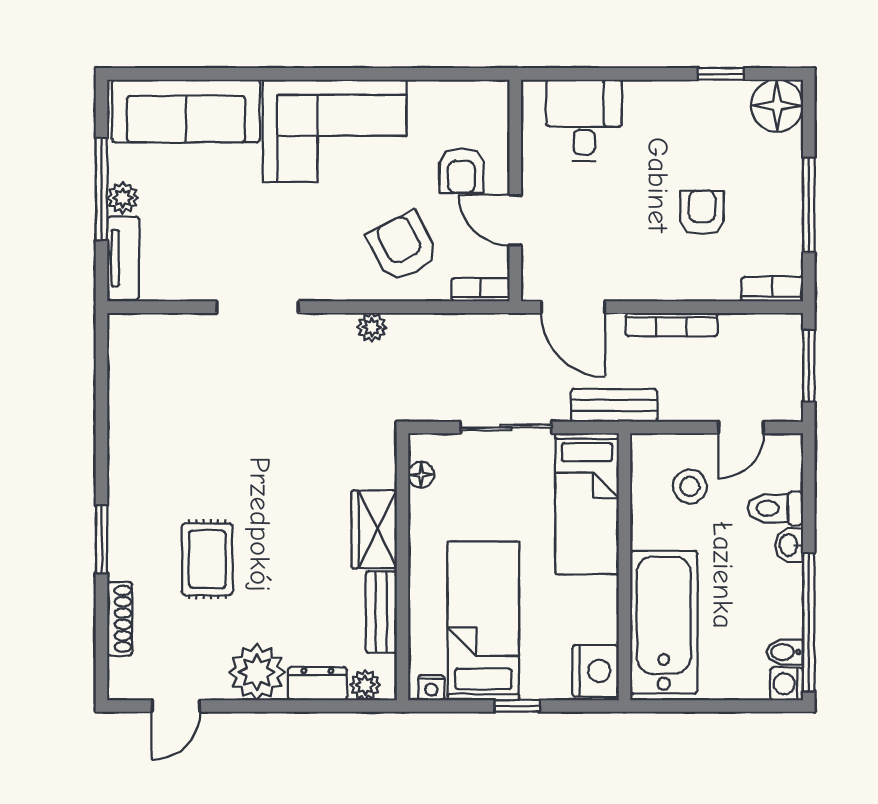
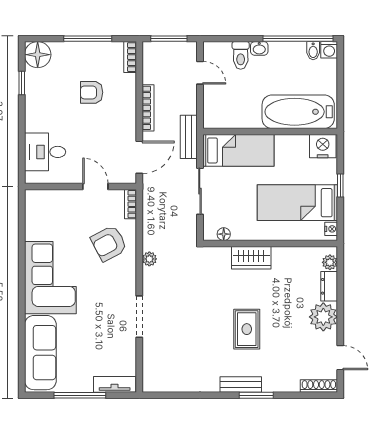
armchair: (461, 171) -> (70, 214), removed
plant: (123, 198) -> (84, 385), removed
door: (515, 220) -> (95, 187), swing flipped
stool: (690, 486) -> (230, 99), removed
rug: (207, 559) -> (247, 329), moved, turned 90
bench: (381, 612) -> (241, 385), moved
shoe rack: (120, 619) -> (319, 386), moved

